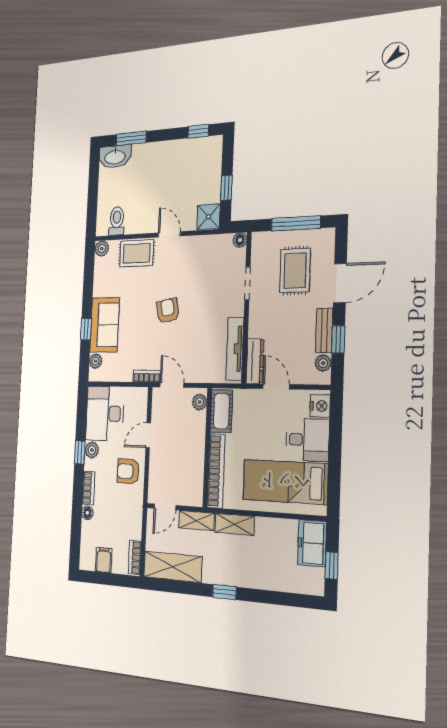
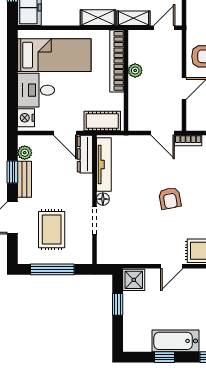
window: (198, 131) -> (165, 357), moved
bathtub: (169, 152) -> (175, 341), added
door: (169, 234) -> (172, 266), hinge flipped
floor lamp: (240, 240) -> (103, 199), moved
plant: (200, 402) -> (135, 70), moved
cot: (221, 411) -> (102, 121), moved, turned 90

